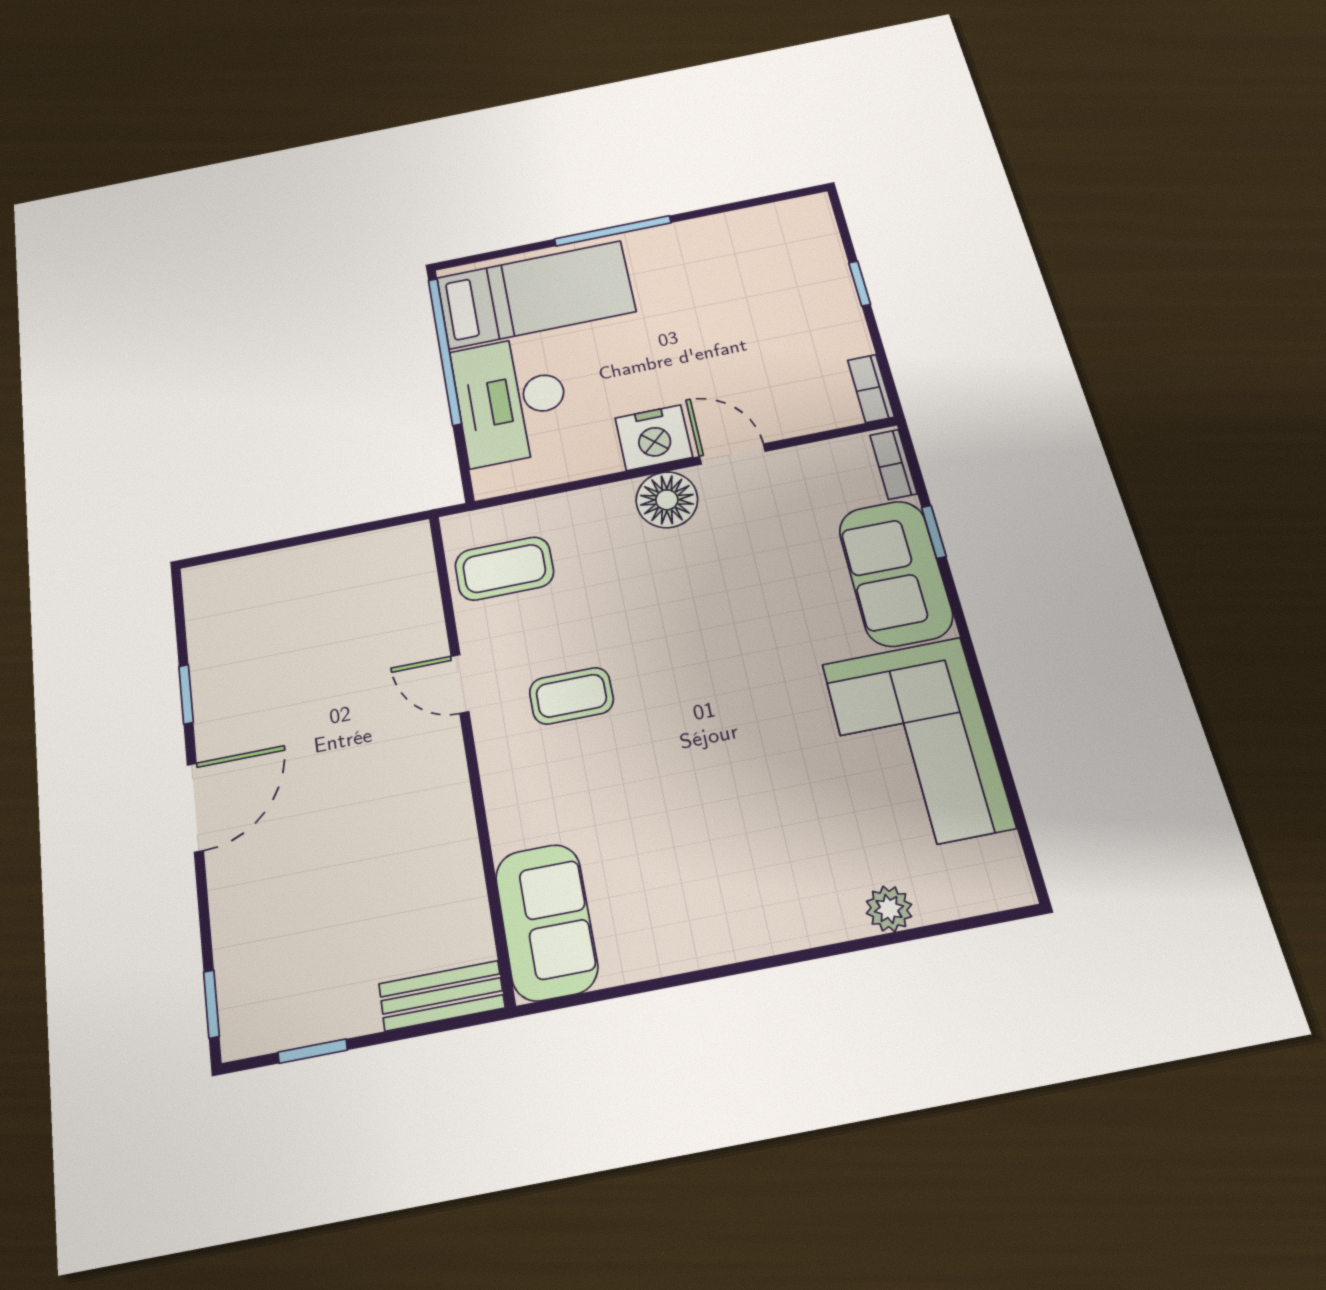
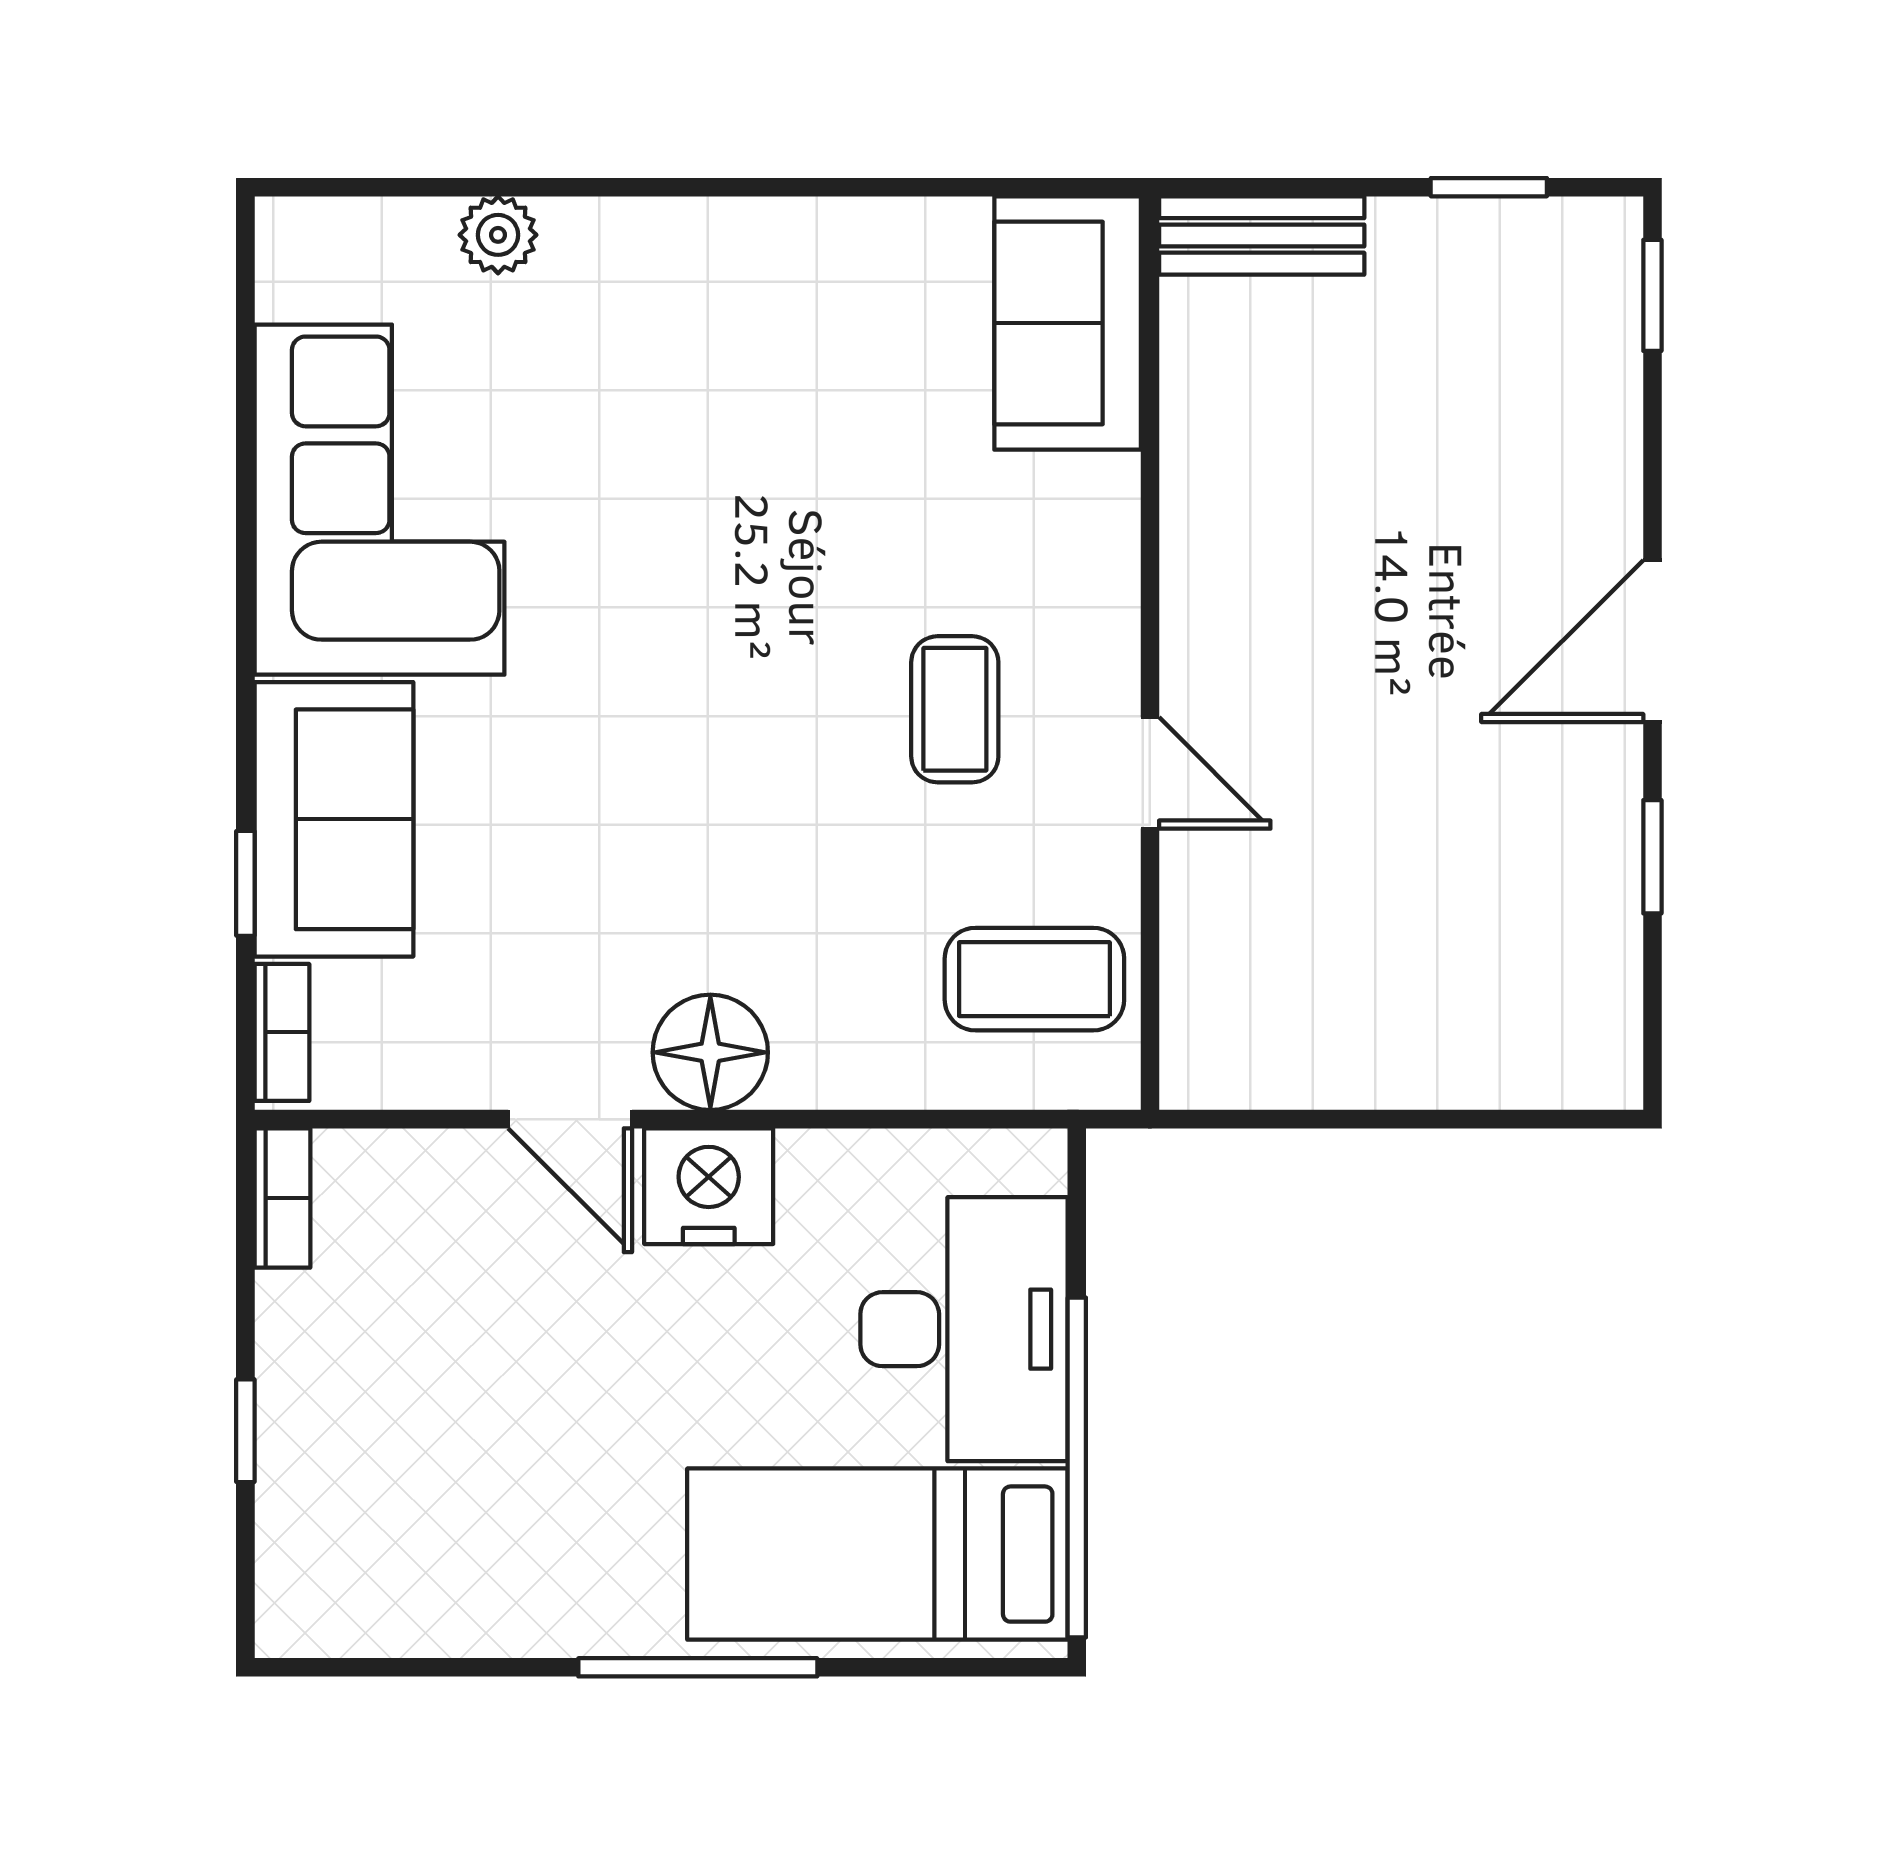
coffee table: (571, 696) -> (955, 709), turned 90

